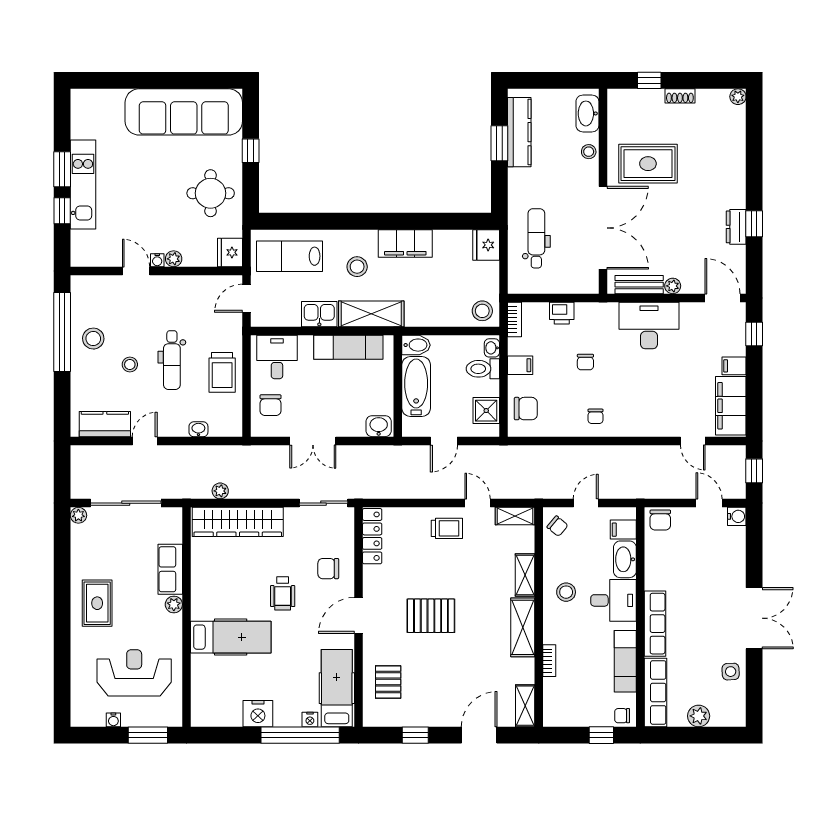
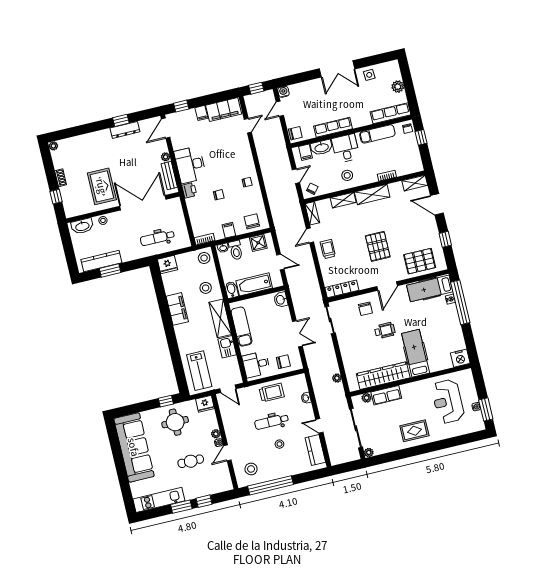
window: (251, 151) -> (166, 401), moved
kitchen unit: (83, 184) -> (159, 500), moved
cafe table: (137, 204) -> (191, 461), added
dresser: (736, 227) -> (125, 130), width x1.44
stool: (357, 267) -> (206, 288), moved
printer: (562, 313) -> (189, 190), moved
stool: (93, 339) -> (251, 469), moved
dental chair: (172, 360) -> (272, 422), turned 180
door: (586, 503) -> (296, 176), swing flipped
wardrobe: (238, 522) -> (383, 376), moved, turned -90
plant: (174, 604) -> (367, 398), moved
door: (358, 615) -> (387, 286), hinge flipped
double door: (754, 618) -> (337, 69), swing flipped
row of seats: (655, 624) -> (333, 127), moved
pallet: (388, 682) -> (420, 261), width x1.50, depth x1.42
nightstand: (258, 714) -> (460, 358), moved, turned 90
window: (148, 735) -> (486, 409), moved

